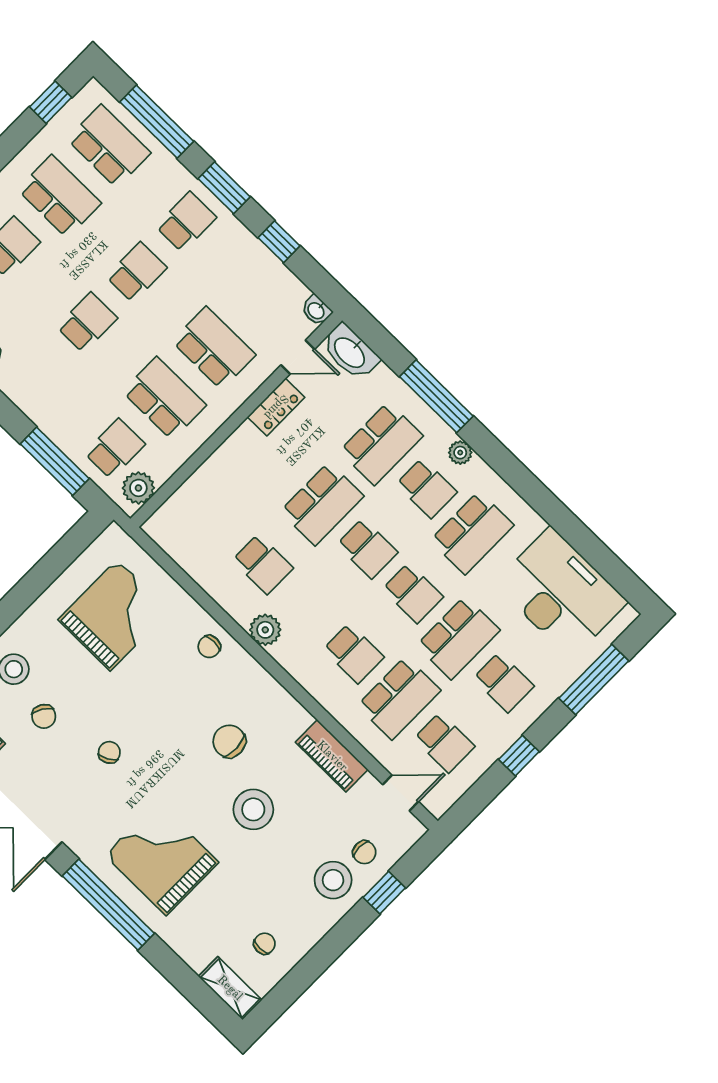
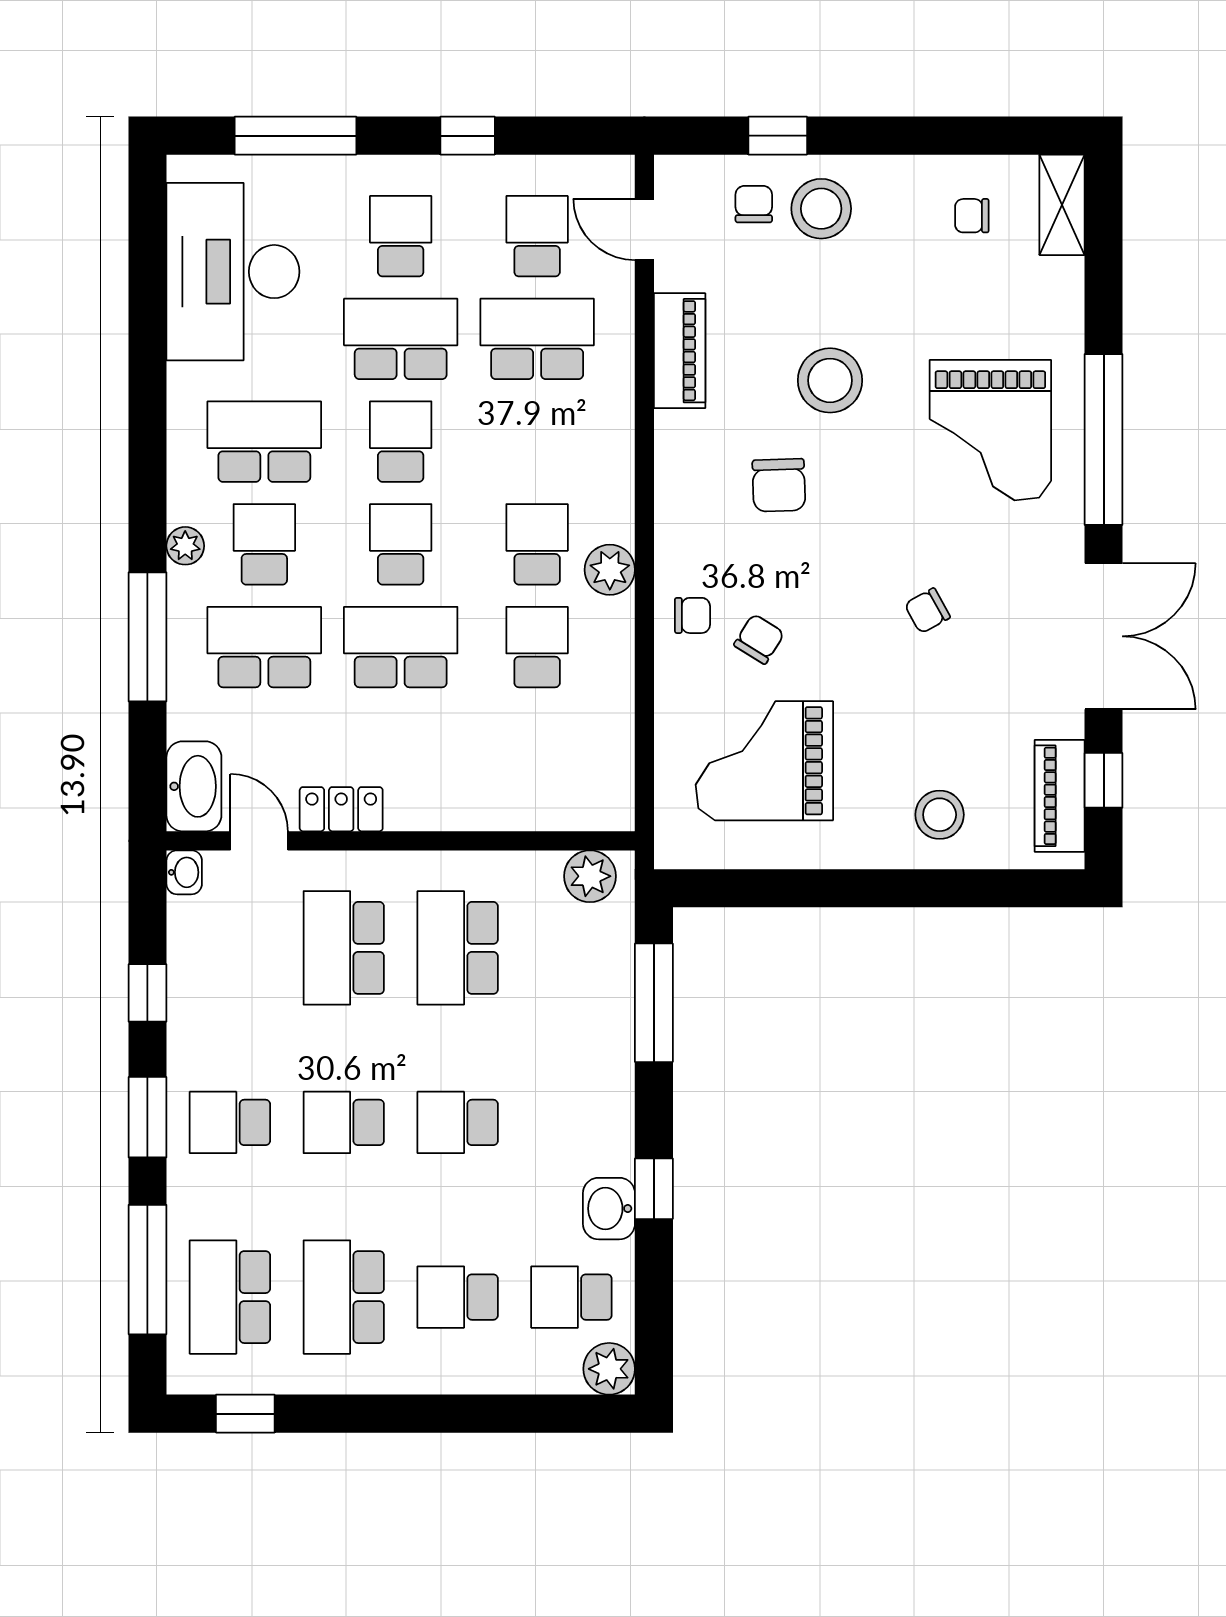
school desk: (115, 449) -> (571, 948), removed
school desk: (353, 653) -> (537, 544), moved
chair: (44, 716) -> (759, 639), moved

